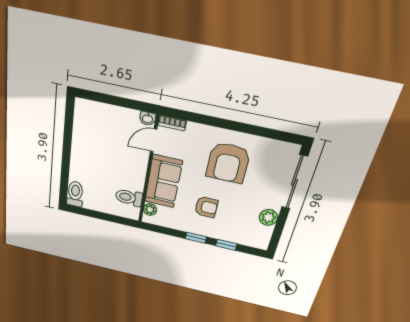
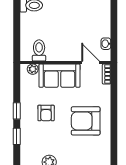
washbasin: (148, 119) -> (106, 44), moved

